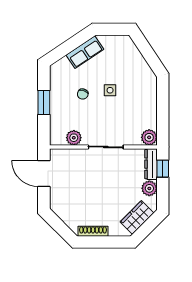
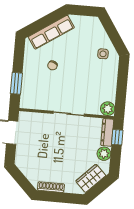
row of seats: (85, 52) -> (51, 32), width x1.48
side table: (110, 90) -> (103, 54), moved
window: (44, 103) -> (16, 83), moved
plant: (74, 138) -> (41, 103), removed

